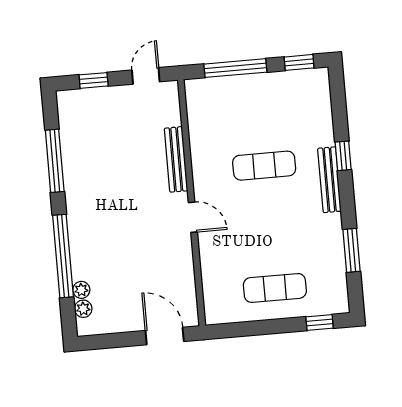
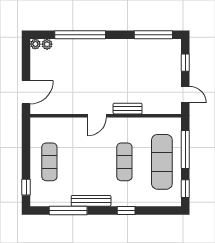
exercise mat: (259, 104) -> (162, 162), added
bench: (176, 159) -> (128, 109), width x0.73
window: (55, 161) -> (153, 35), moved
bench: (329, 180) -> (91, 201), moved
window: (351, 250) -> (68, 210), width x1.44
plant: (81, 290) -> (35, 44), moved

